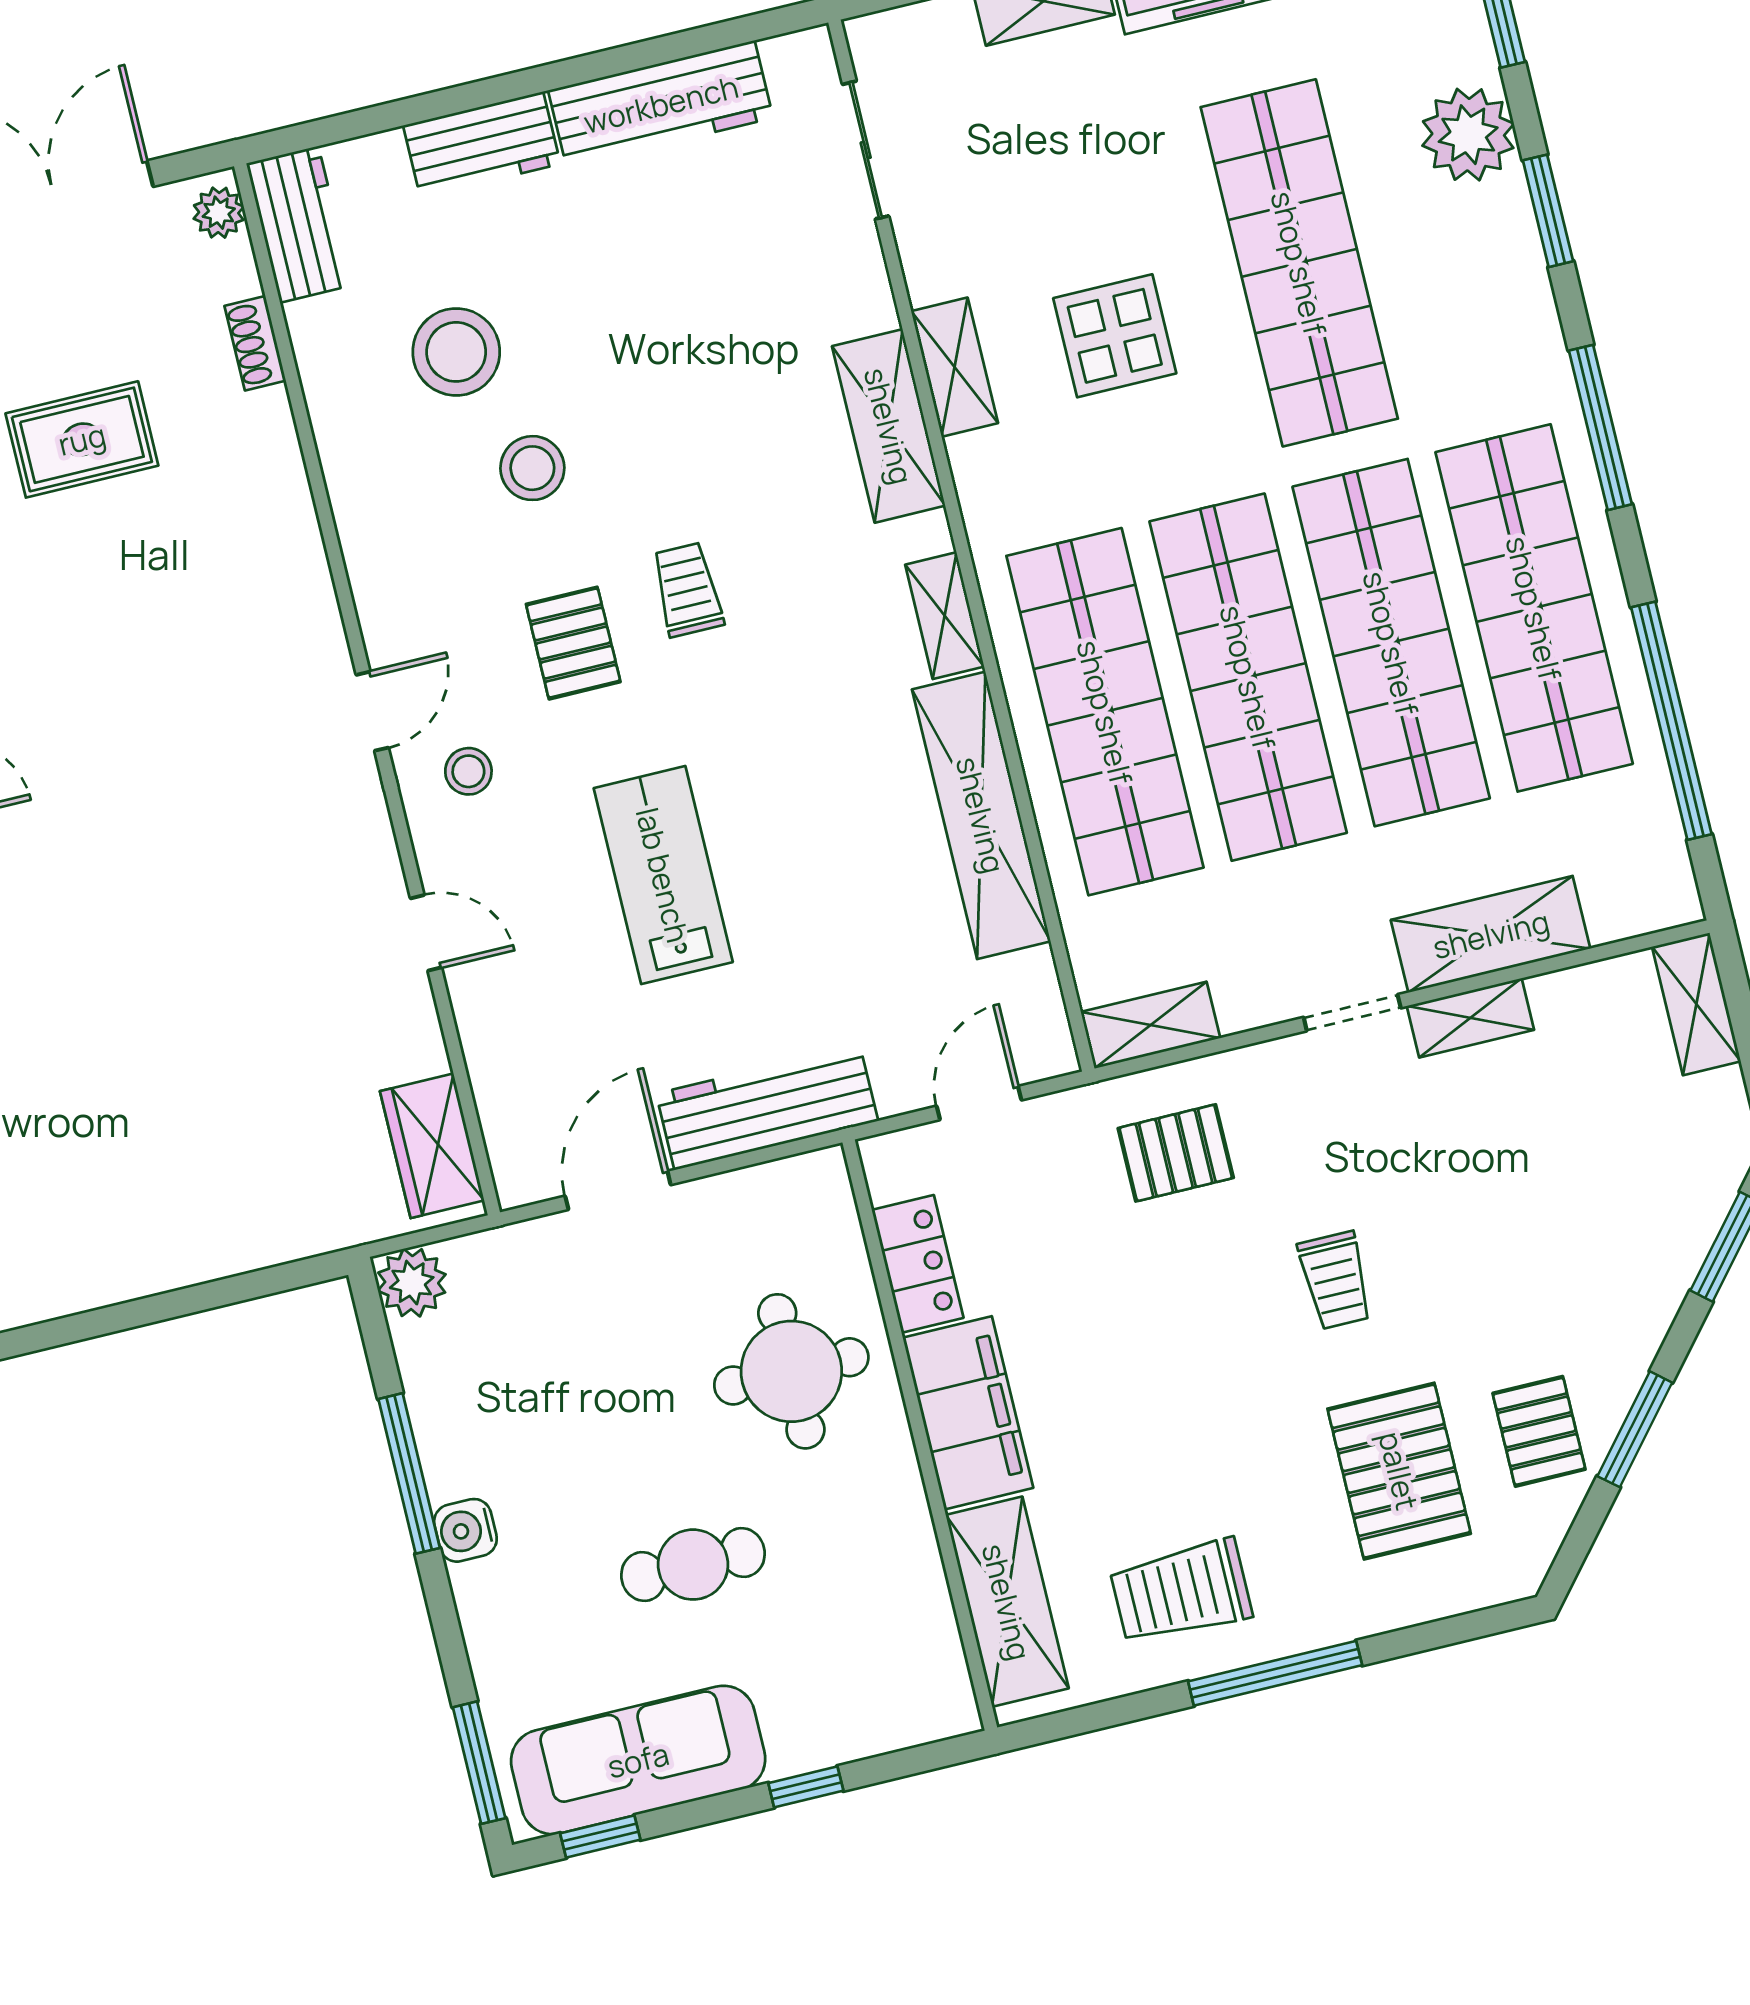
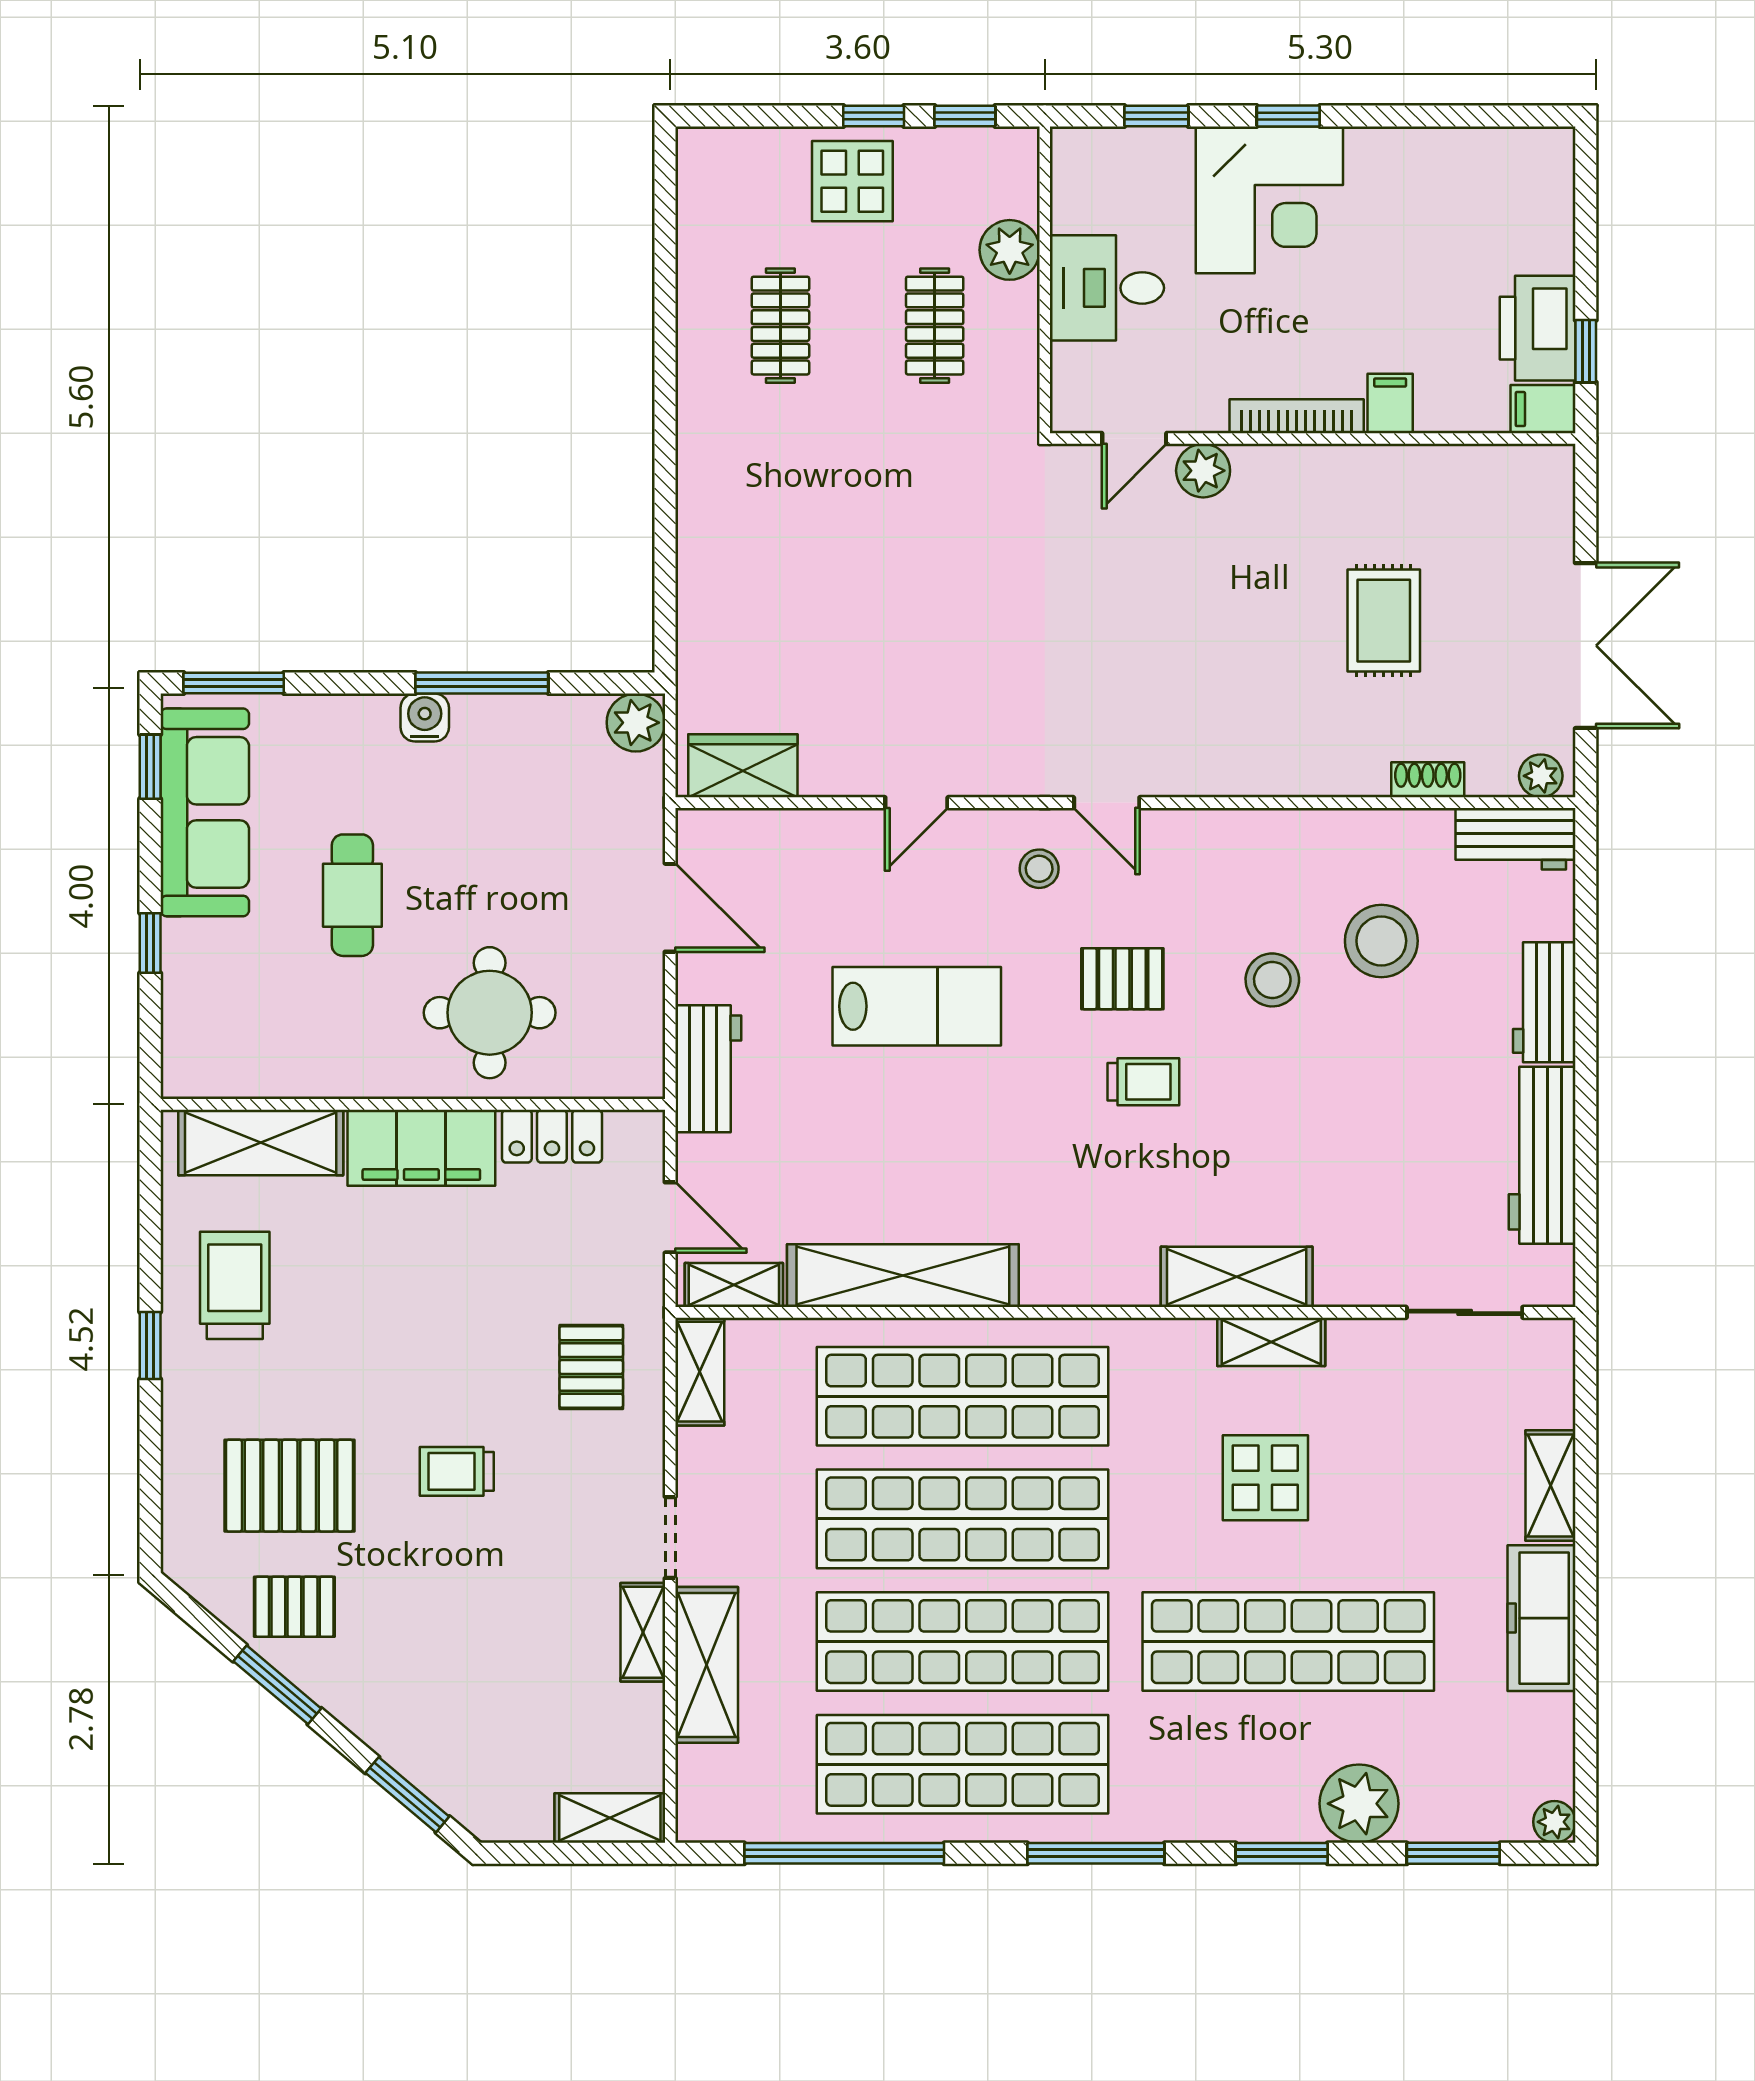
shelving: (945, 616) -> (734, 1285), moved
workbench: (767, 1107) -> (708, 1069), width x0.73
window: (1275, 1673) -> (150, 1346), width x0.46

